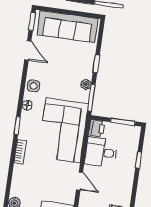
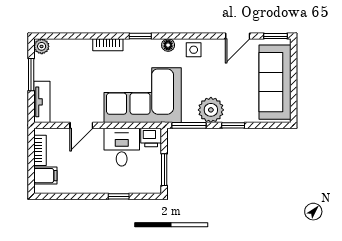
plant: (86, 84) -> (211, 110), width x1.87, depth x1.87

